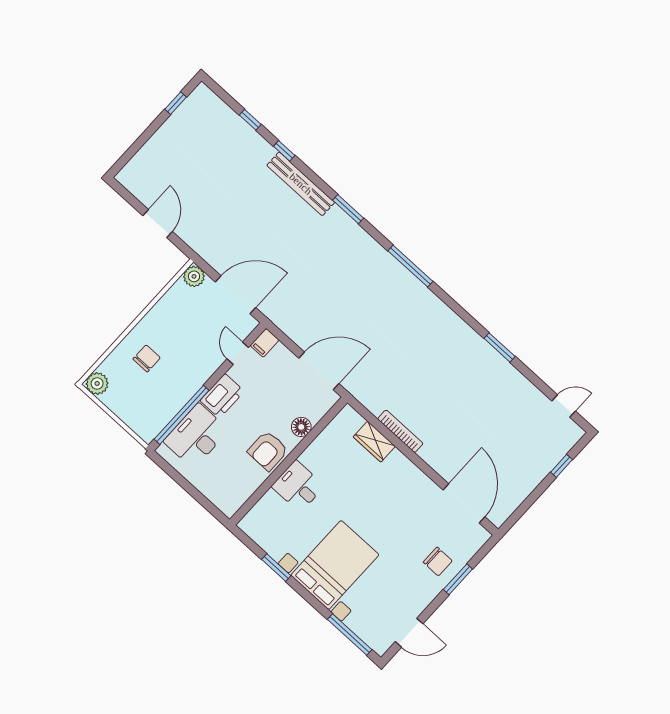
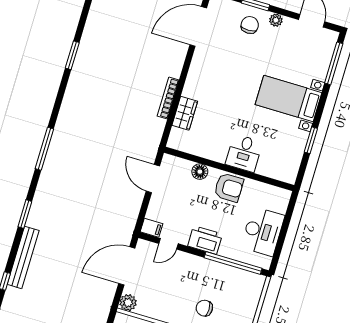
door: (235, 295) -> (127, 266), hinge flipped
door: (319, 371) -> (153, 179), width x0.73
desk: (196, 436) -> (263, 231), moved, turned -90
bed with nightstands: (335, 565) -> (288, 99), width x0.73
plant: (429, 593) -> (276, 20), added

